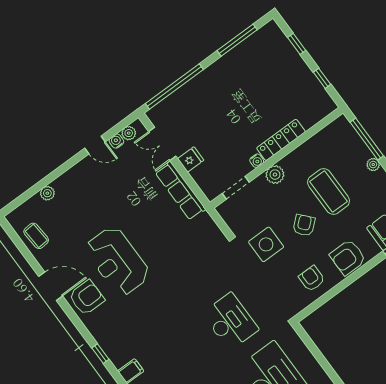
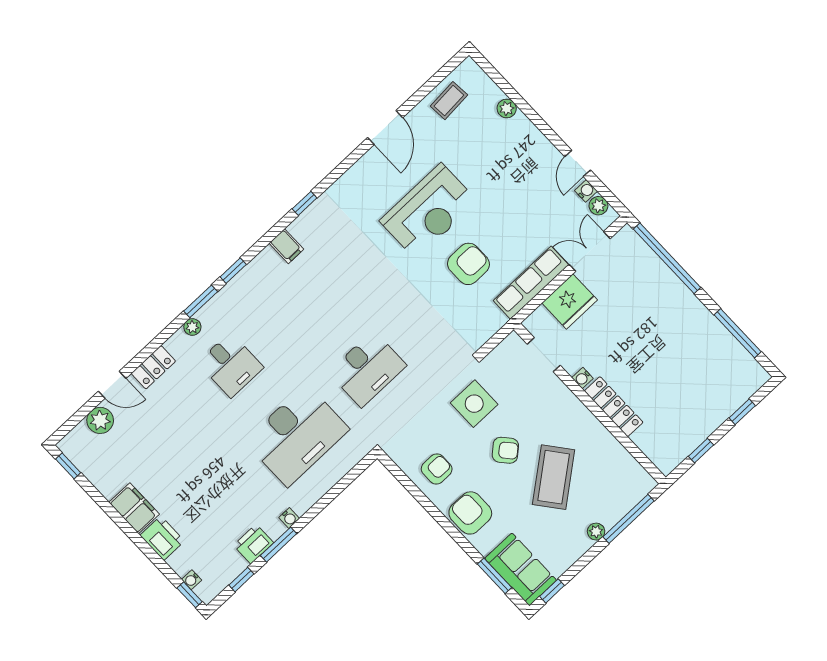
fridge: (191, 159) -> (570, 301), width x1.88, depth x1.34
plant: (275, 175) -> (567, 404), removed
coffee table: (329, 191) -> (554, 477), turned -38
reception desk: (117, 261) -> (428, 211), turned 180
armchair: (87, 298) -> (468, 264), moved, turned -90

